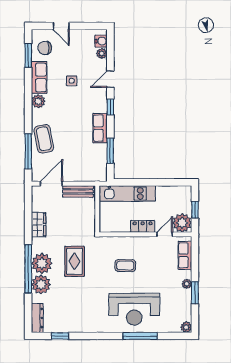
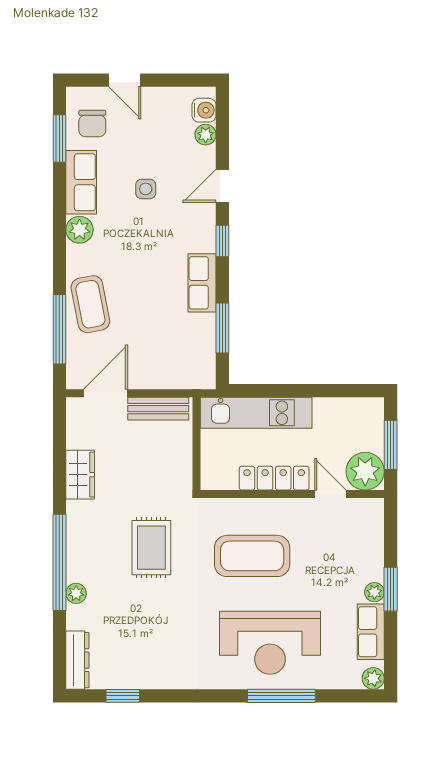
chair: (45, 48) -> (92, 123), turned -90
window: (195, 210) -> (391, 445), width x1.50
locker: (143, 226) -> (274, 478), width x1.53
door: (165, 234) -> (330, 494), hinge flipped
row of seats: (185, 255) -> (371, 632), moved
plant: (42, 263) -> (87, 552), removed
coffee table: (125, 266) -> (252, 556), width x1.86, depth x1.72
plant: (41, 284) -> (76, 593), width x0.53, depth x0.53
window: (195, 293) -> (391, 589), moved

